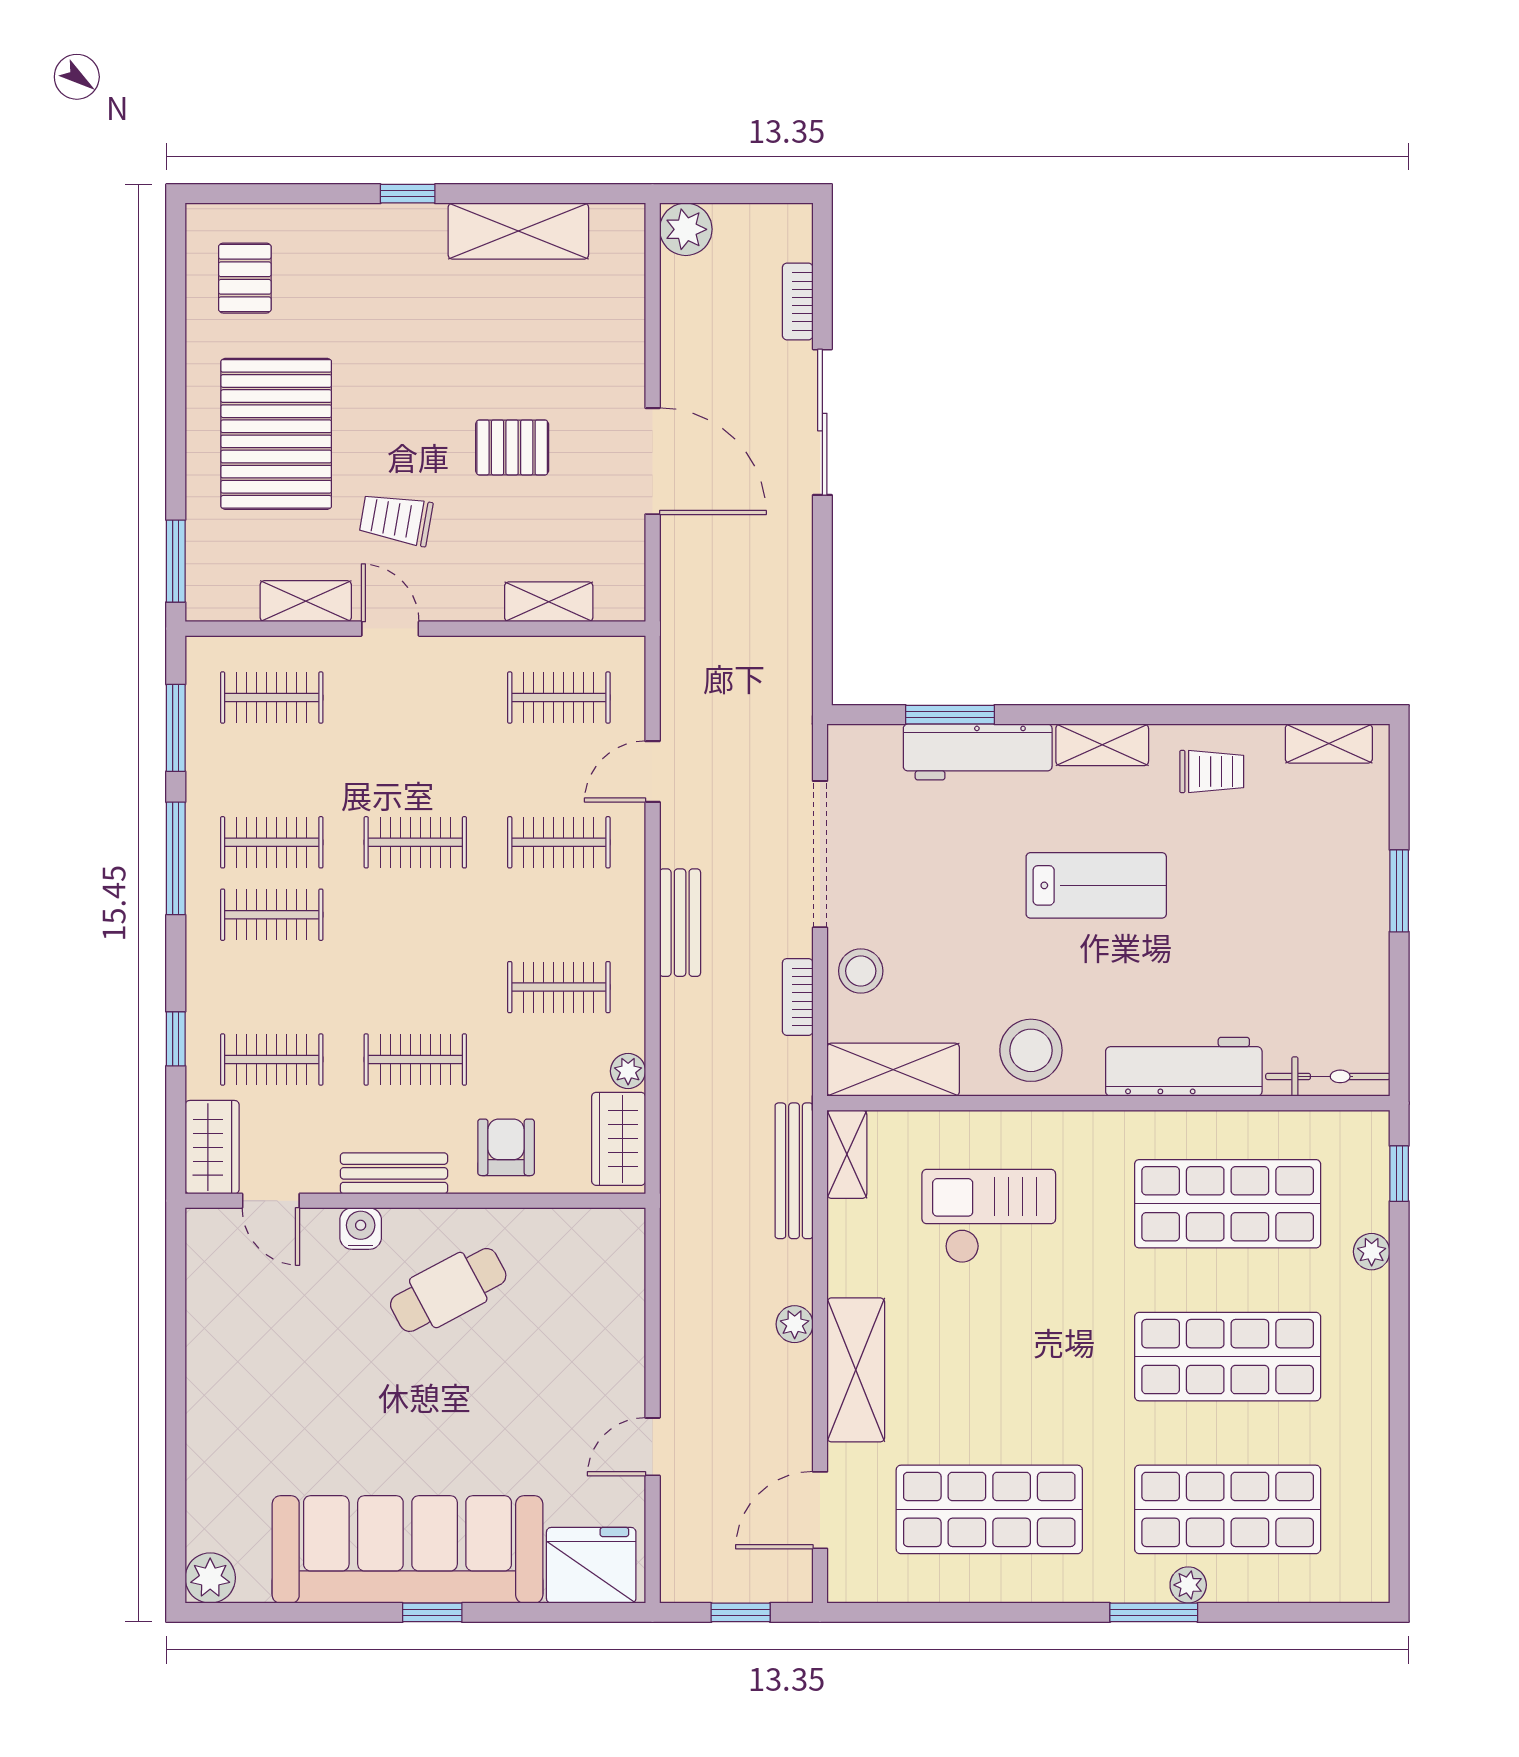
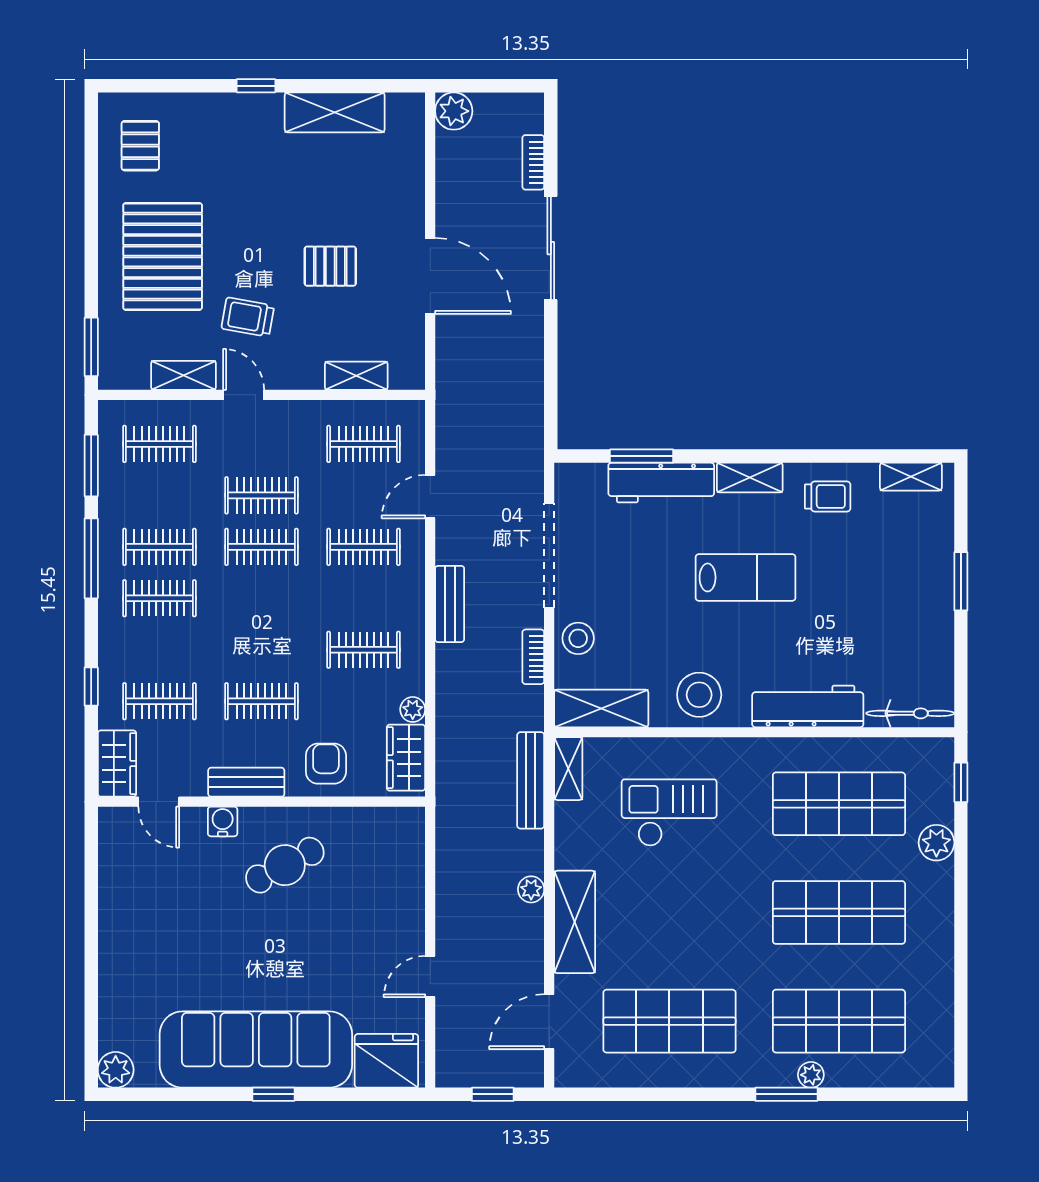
clothes rail: (415, 770) -> (261, 495), added
plant: (1372, 1252) -> (936, 843), width x1.38, depth x1.38

